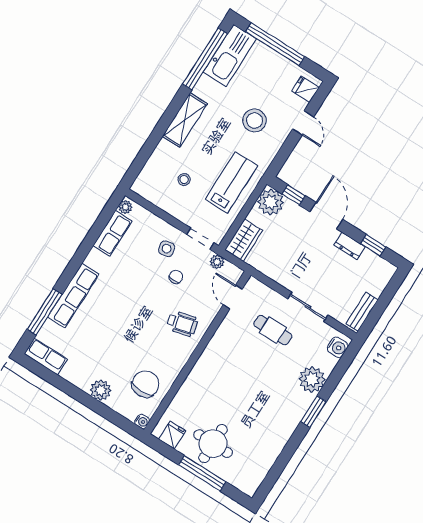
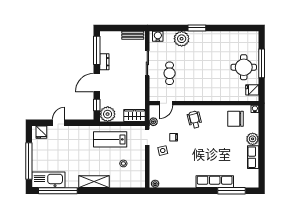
stool: (254, 121) -> (73, 147), removed
row of seats: (113, 233) -> (172, 182), removed
window: (373, 245) -> (97, 50), width x2.17
row of seats: (46, 357) -> (253, 157), moved

